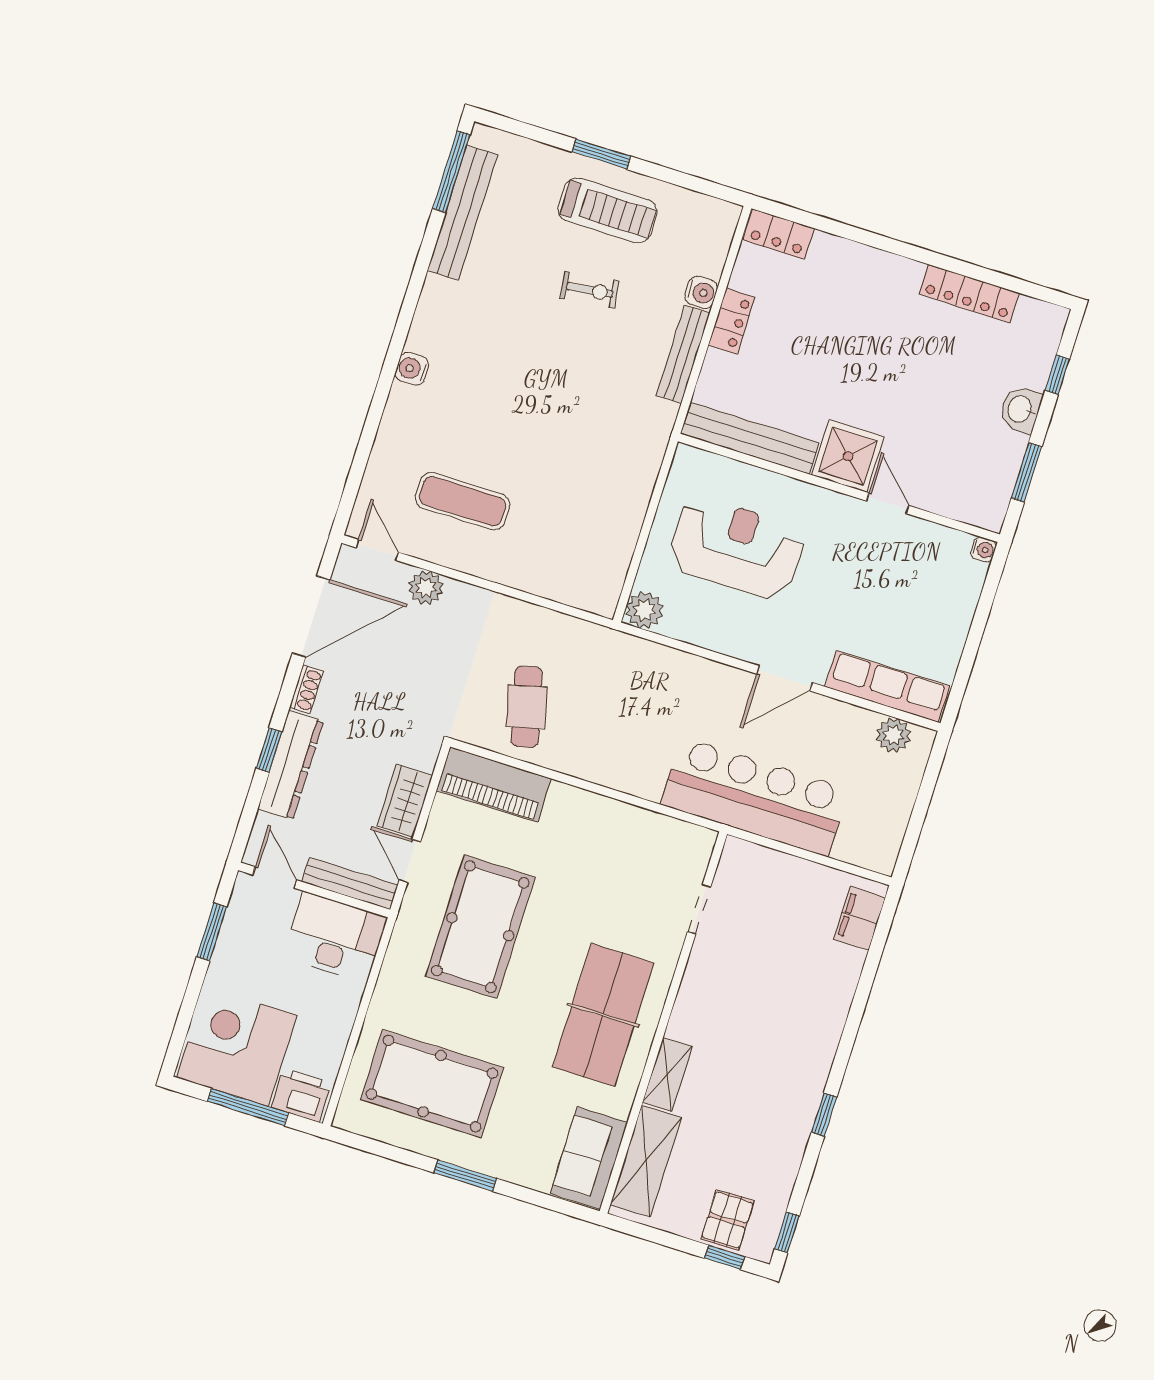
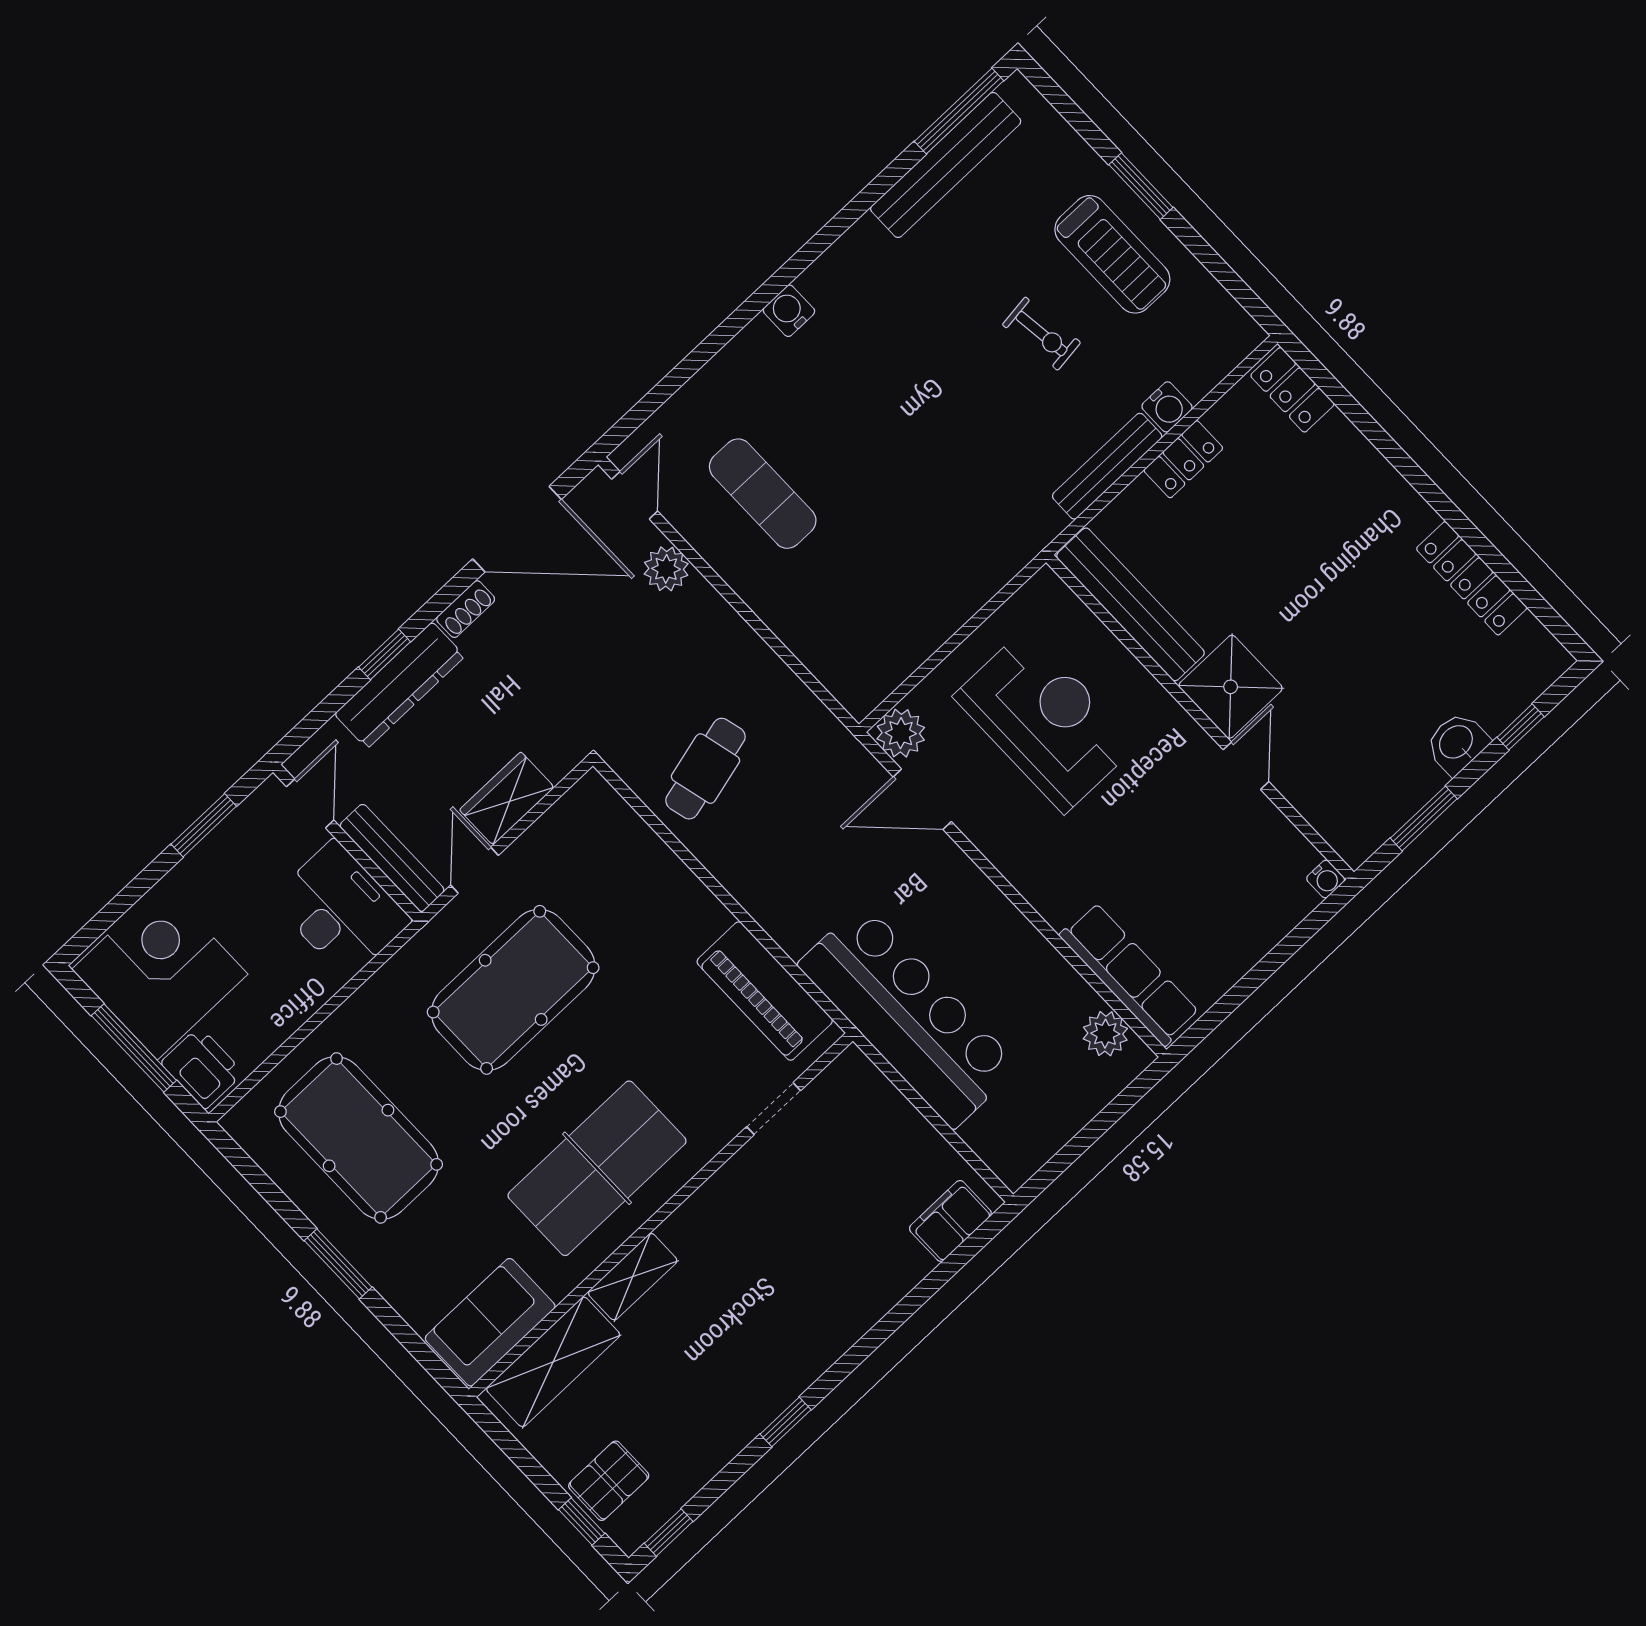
door: (785, 678) -> (922, 799), moved
piano: (494, 785) -> (765, 991), moved

